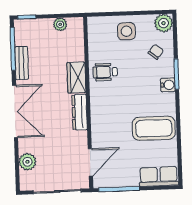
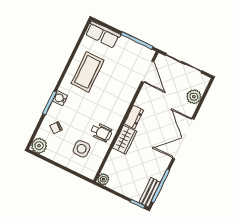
plant: (60, 24) -> (103, 179), moved
side table: (126, 31) -> (82, 149), moved
bench: (22, 63) -> (150, 192), moved
dresser: (80, 112) -> (134, 117), width x0.70
coffee table: (154, 128) -> (88, 72), turned 90
door: (90, 162) -> (148, 72), swing flipped

